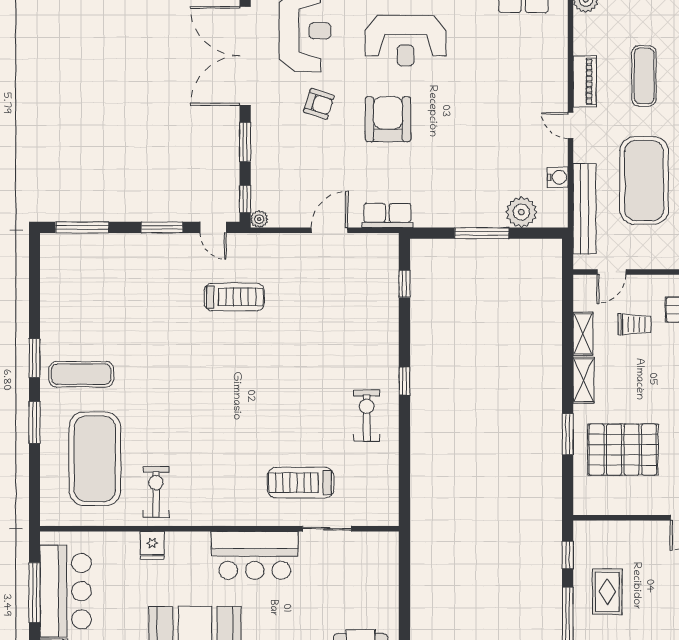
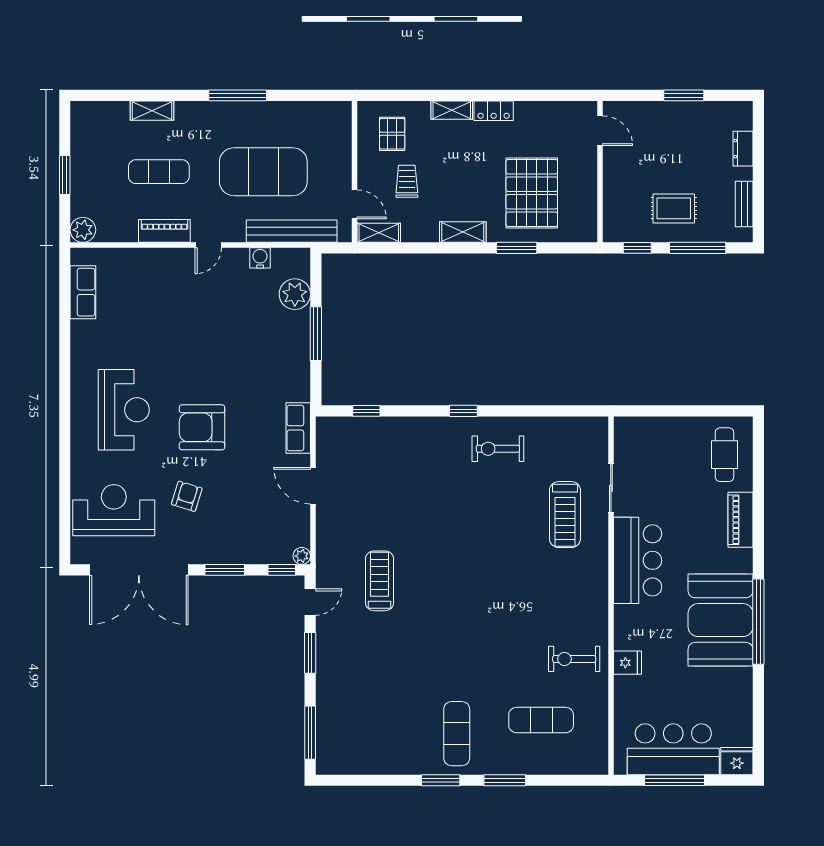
shelving: (583, 334) -> (379, 233), moved
exercise mat: (95, 459) -> (541, 720), width x0.50, depth x0.69

